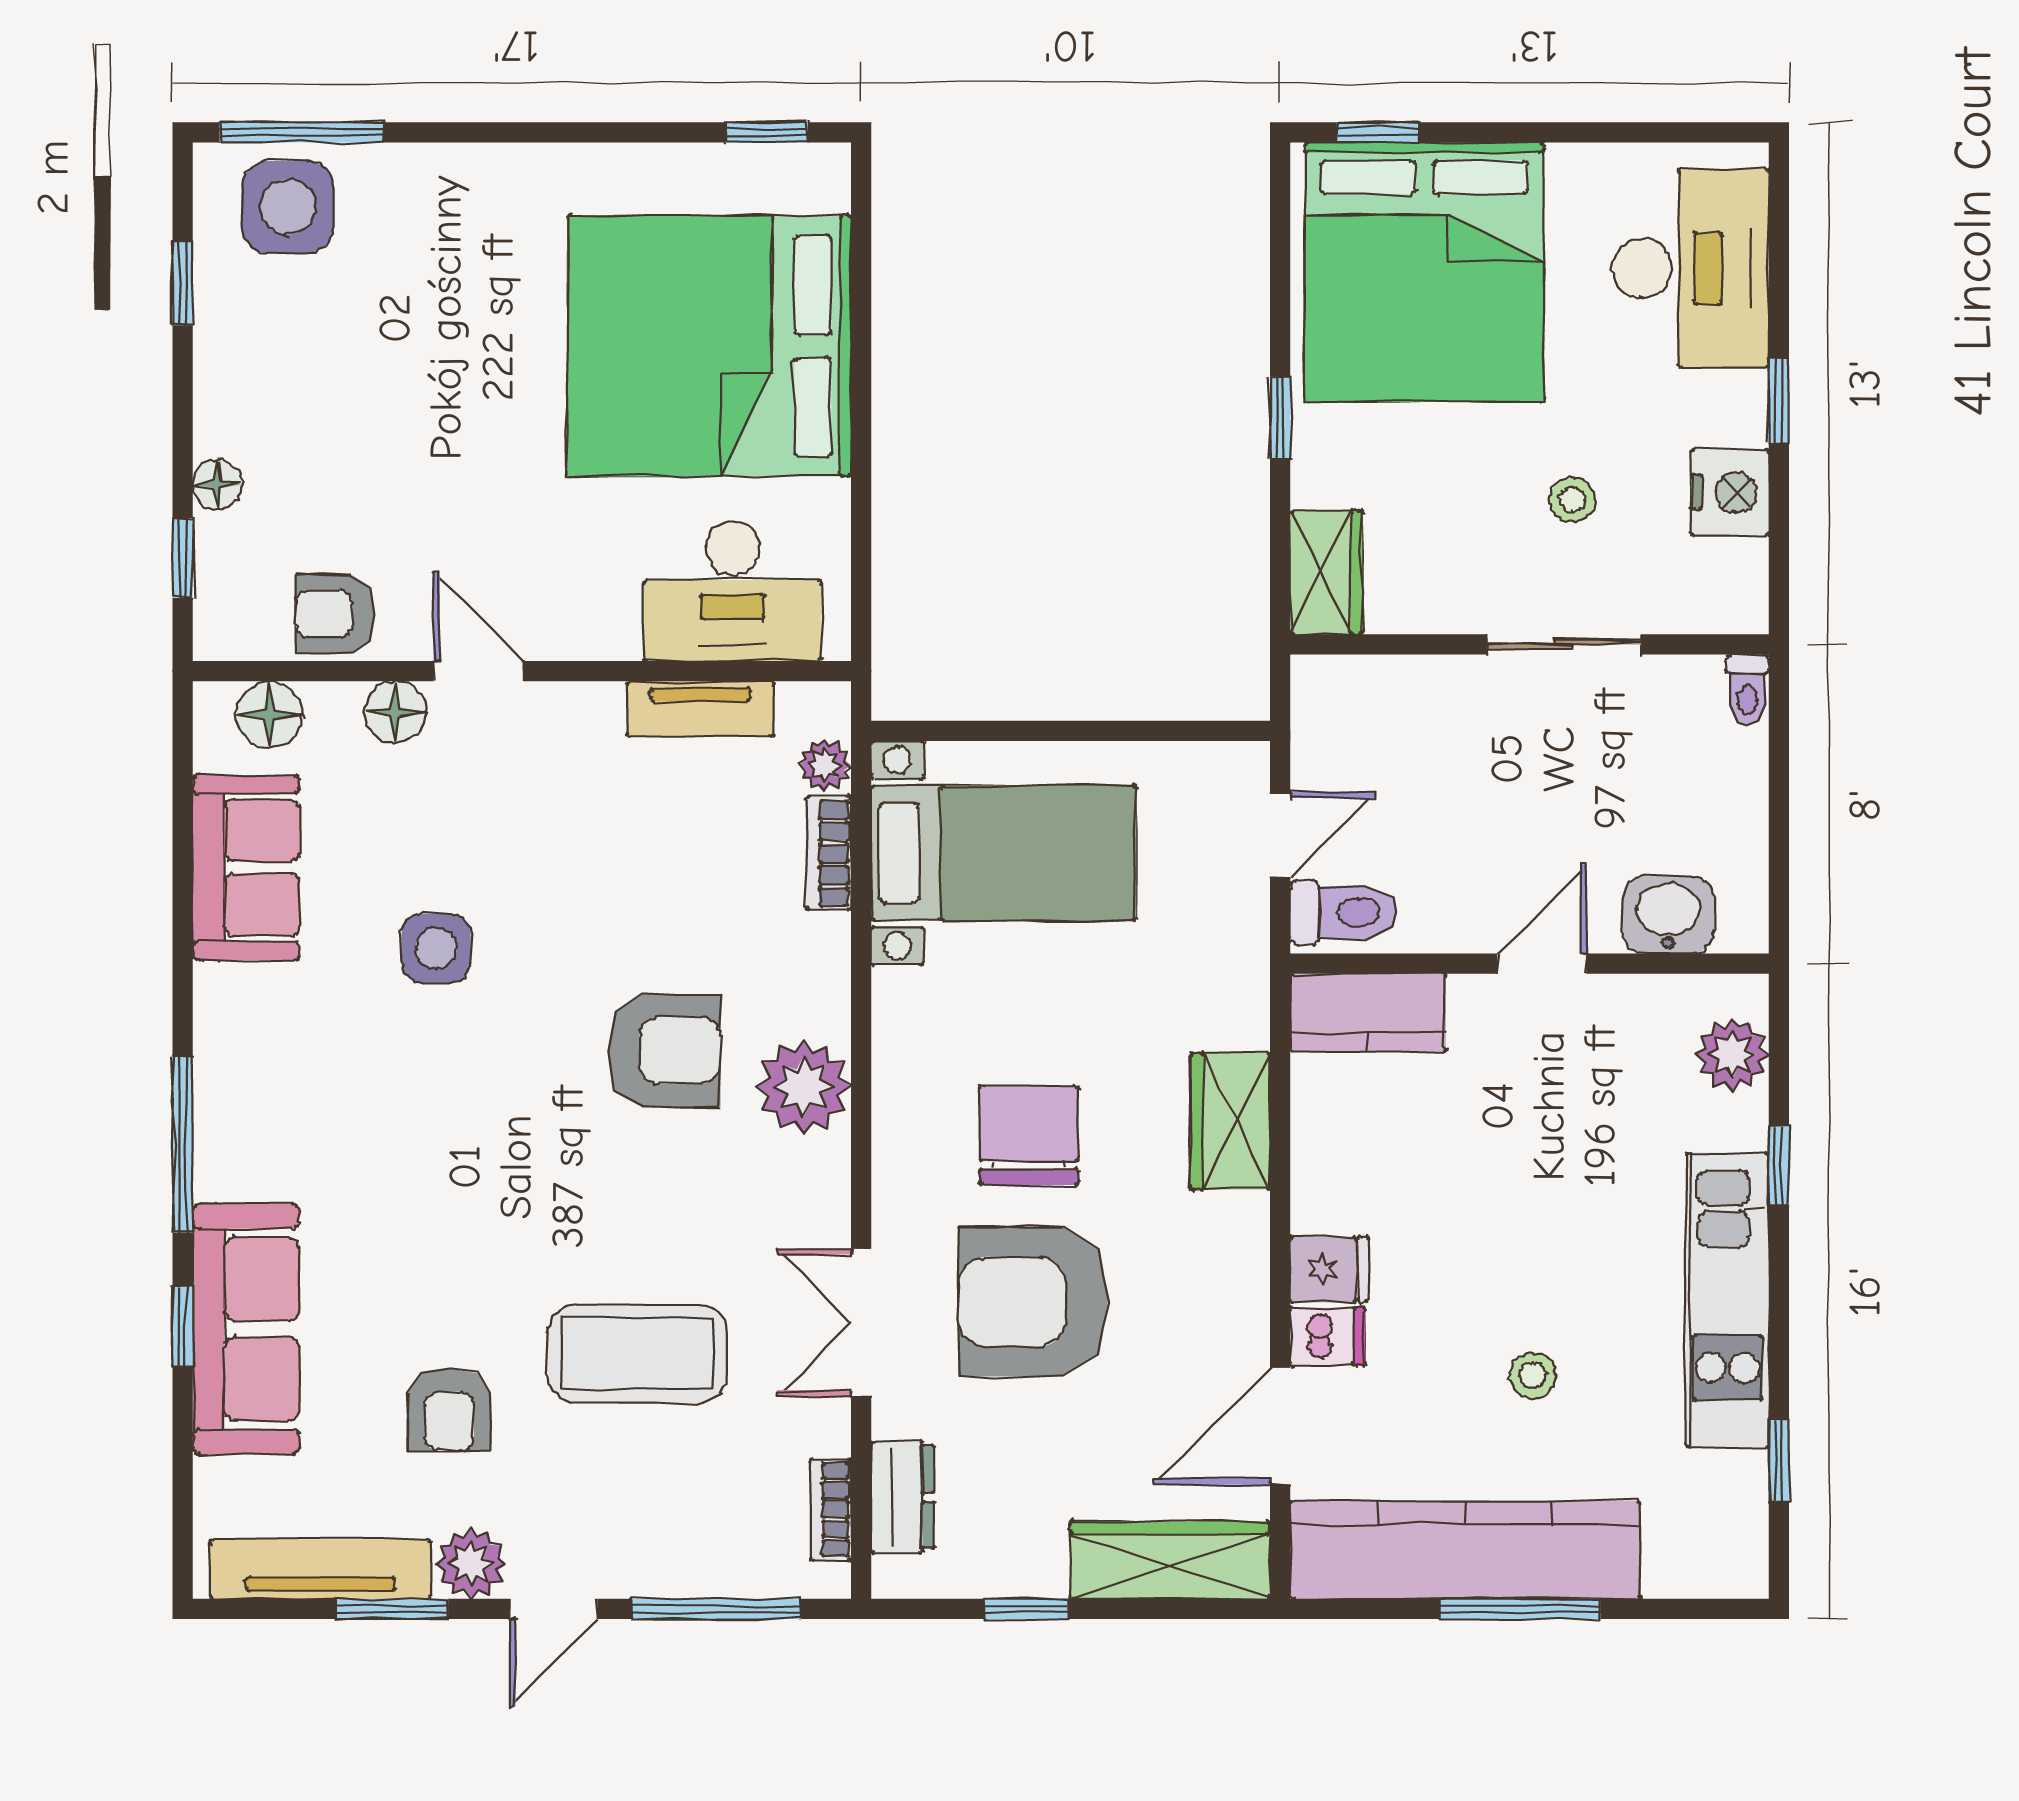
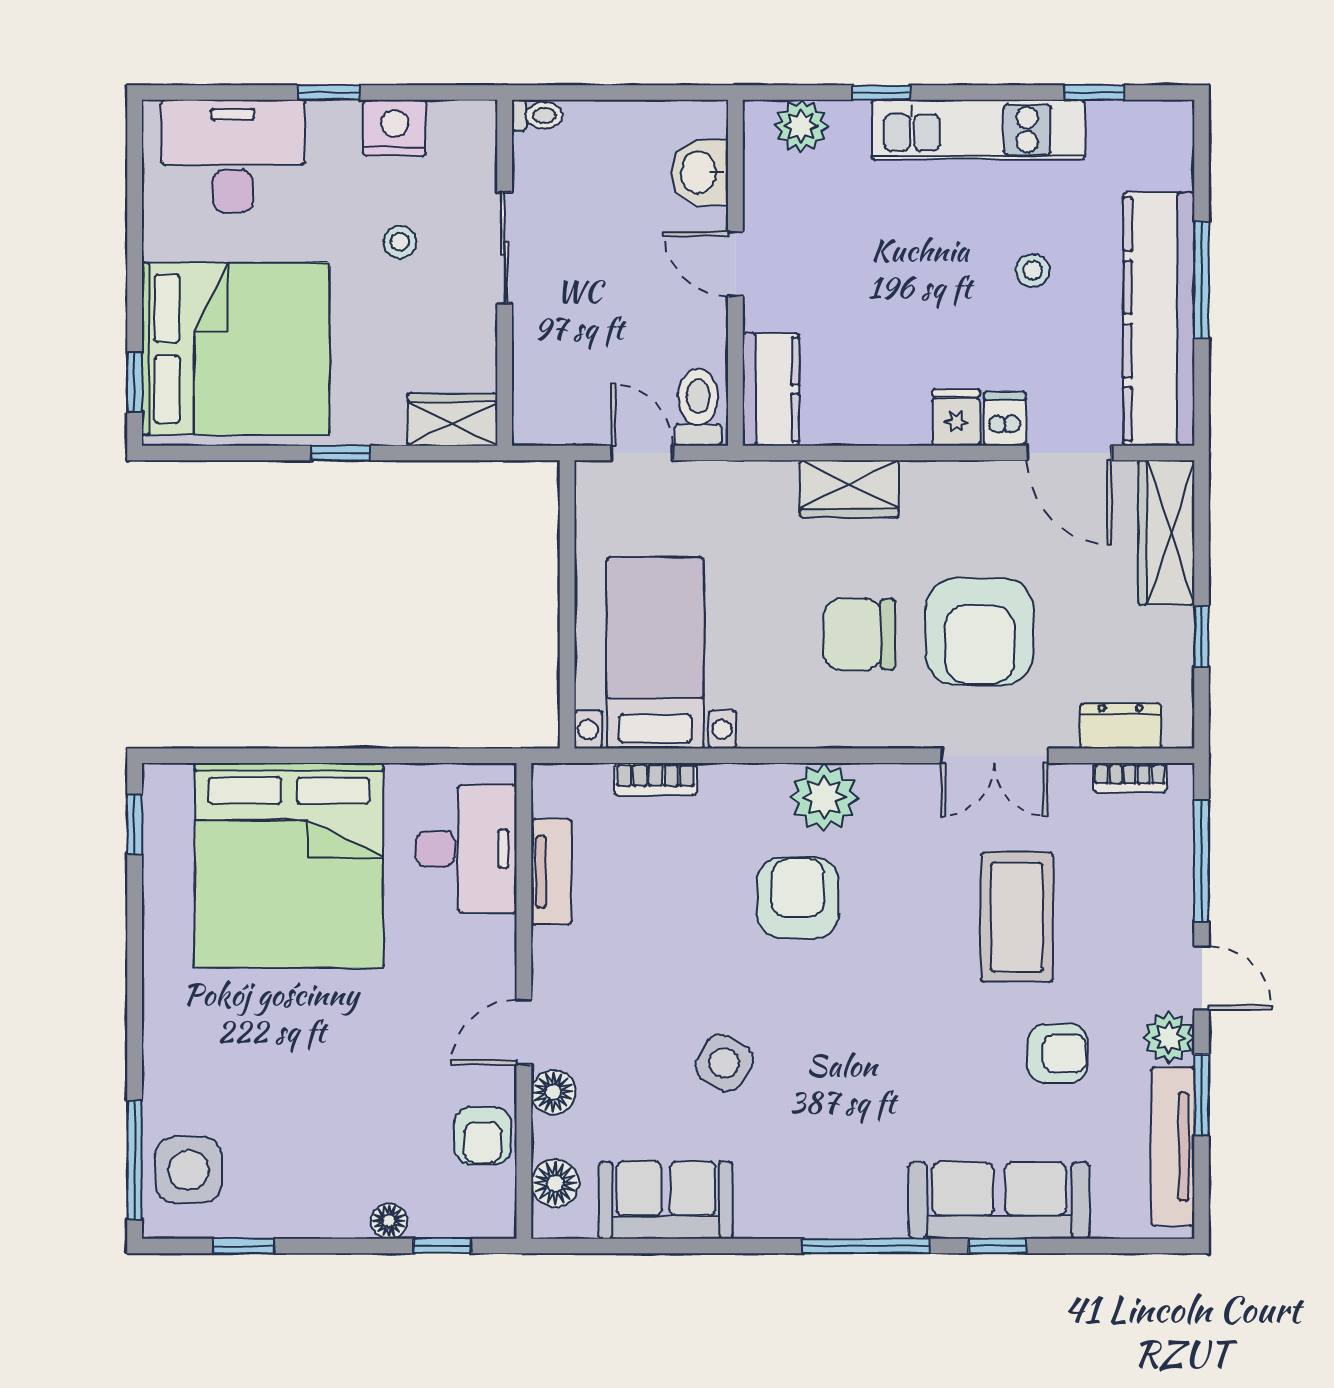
plant: (825, 765) -> (592, 782), removed
side table: (436, 948) -> (724, 1063), turned 30

